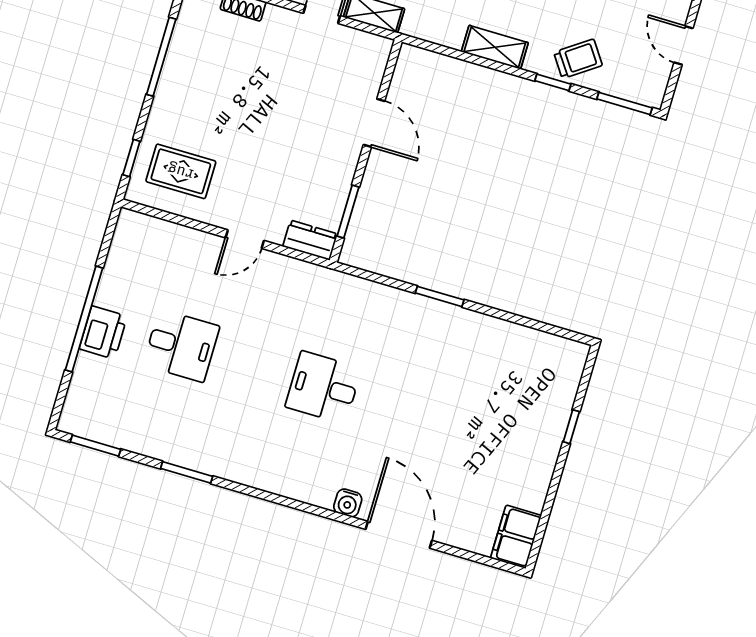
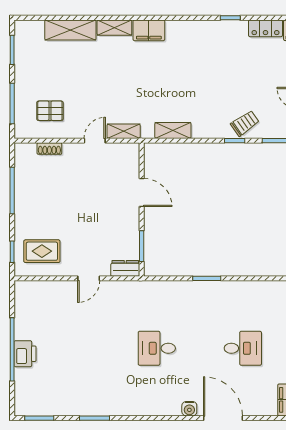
shelving: (495, 47) -> (173, 130), moved
desk: (181, 346) -> (243, 348), moved

